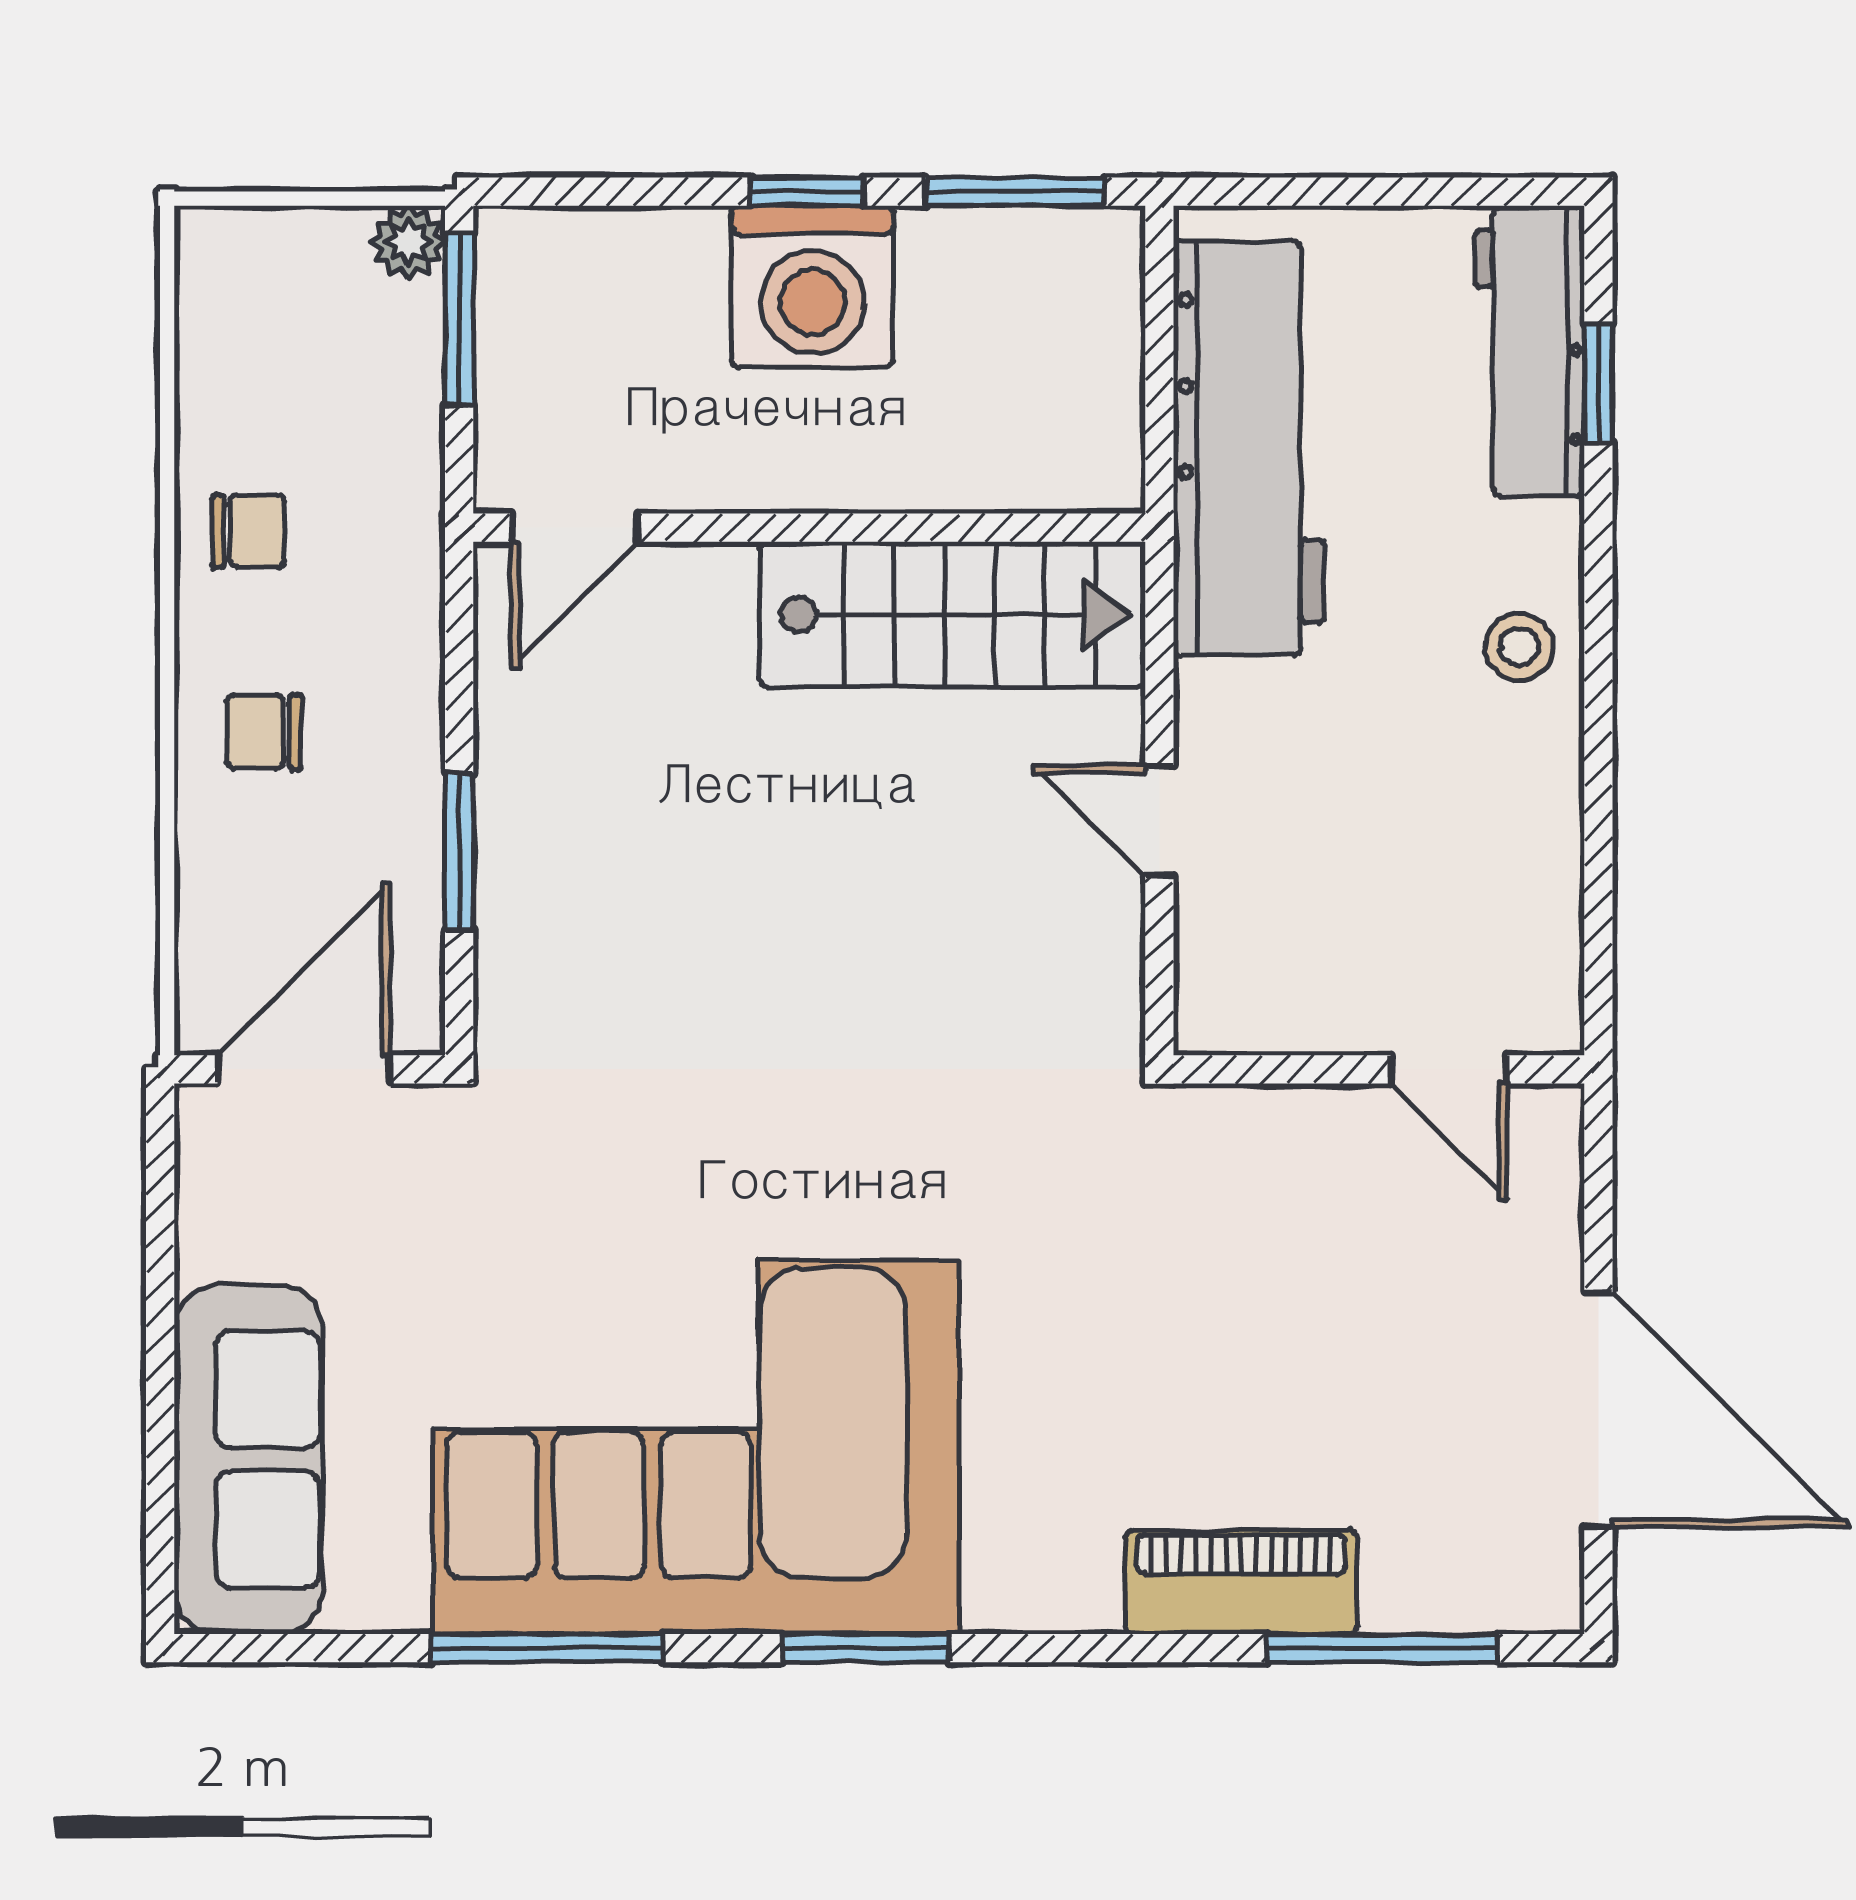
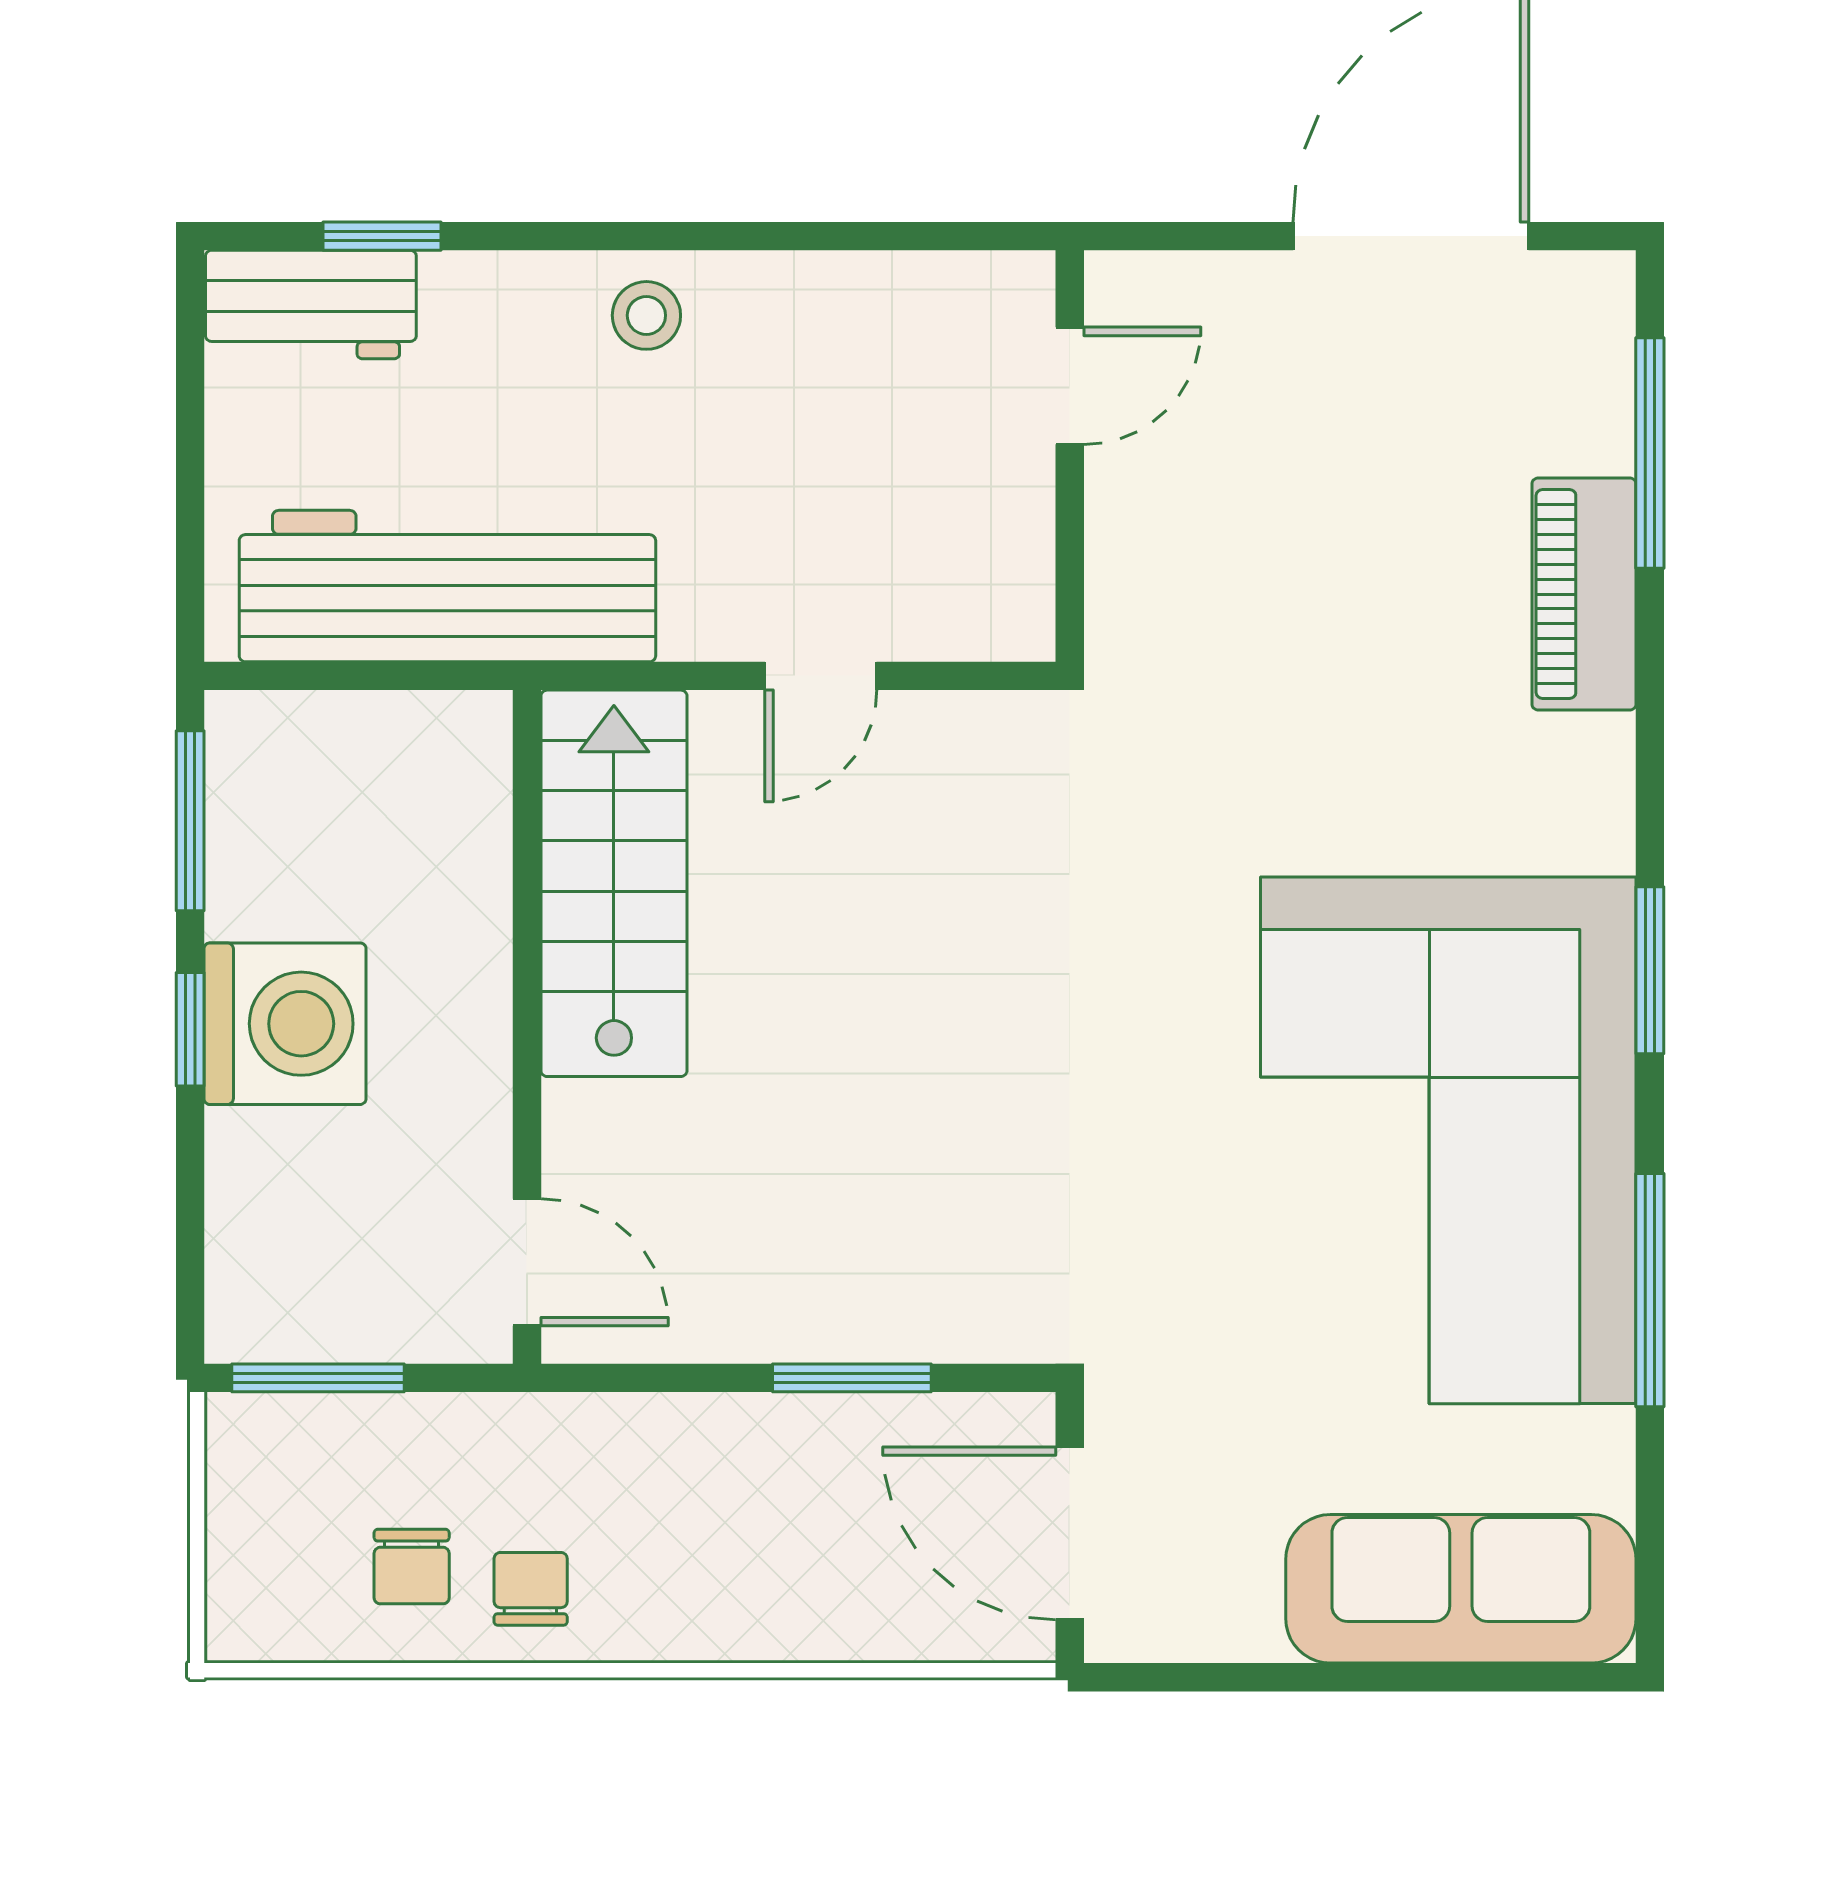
plant: (408, 242) -> (241, 1429), removed
workbench: (1530, 351) -> (311, 305), width x0.73
chair: (264, 732) -> (412, 1567), moved

